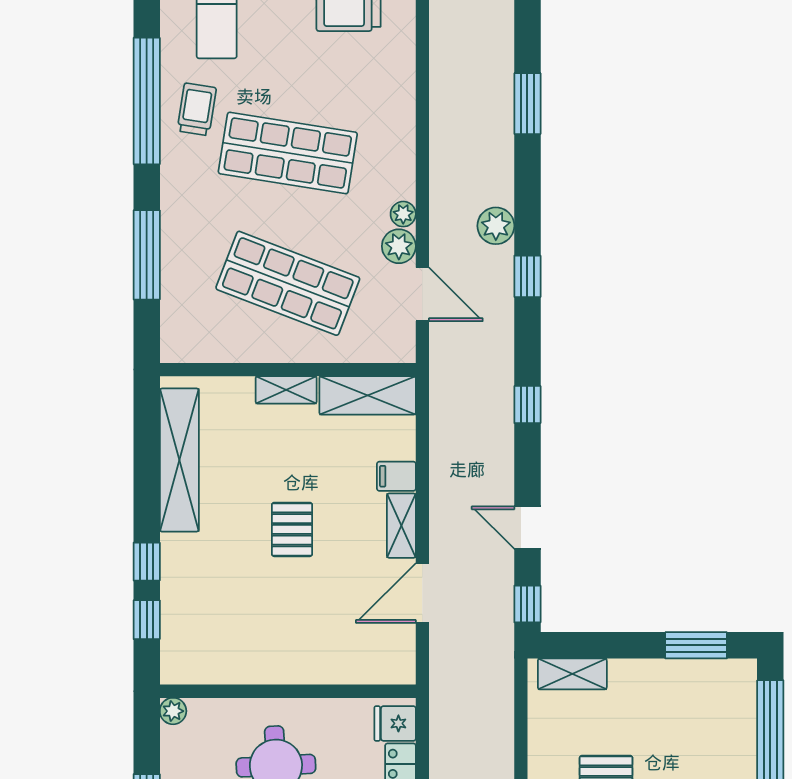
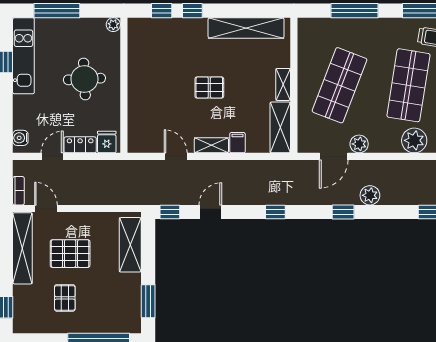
plant: (403, 214) -> (414, 140), moved, width x1.87, depth x1.87
door: (422, 593) -> (176, 156), width x0.73
shelving: (572, 674) -> (130, 245), width x1.50, depth x1.33

